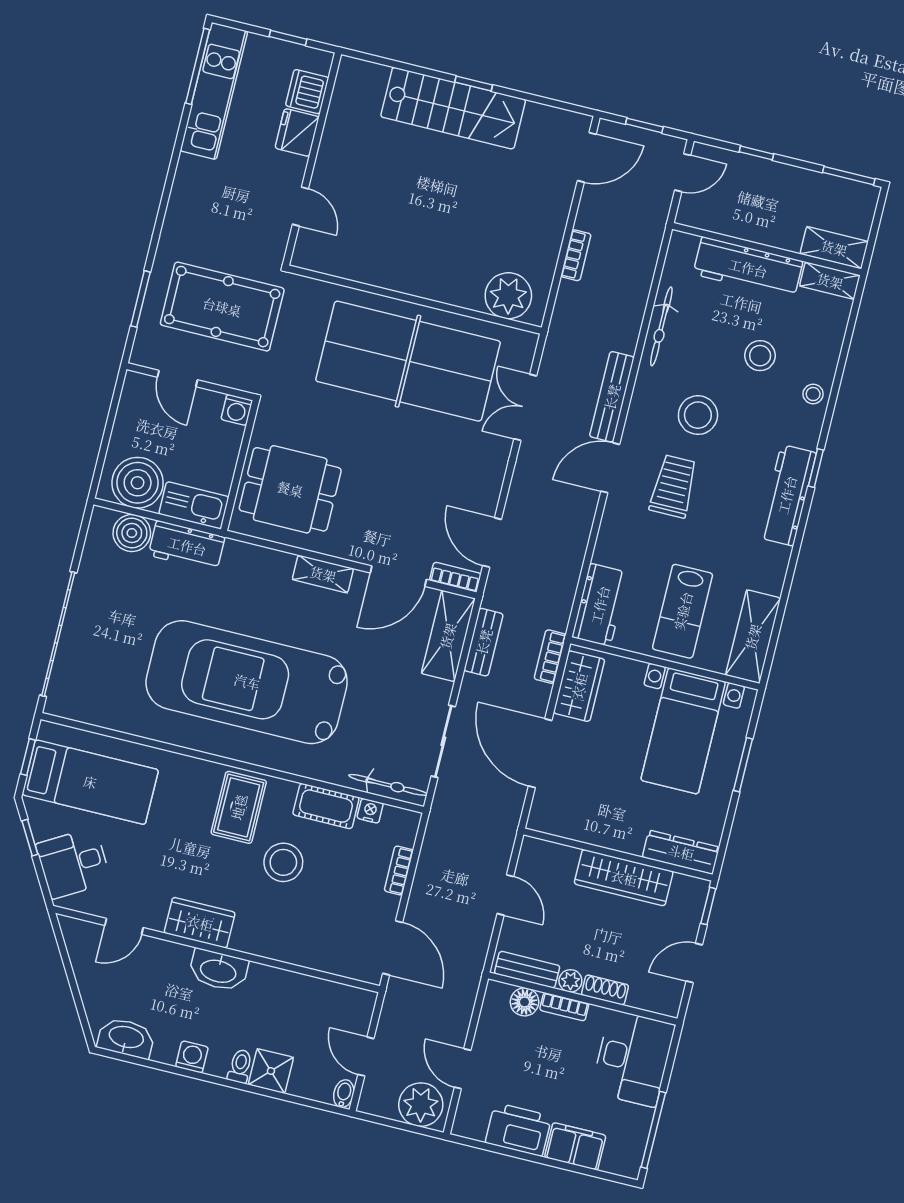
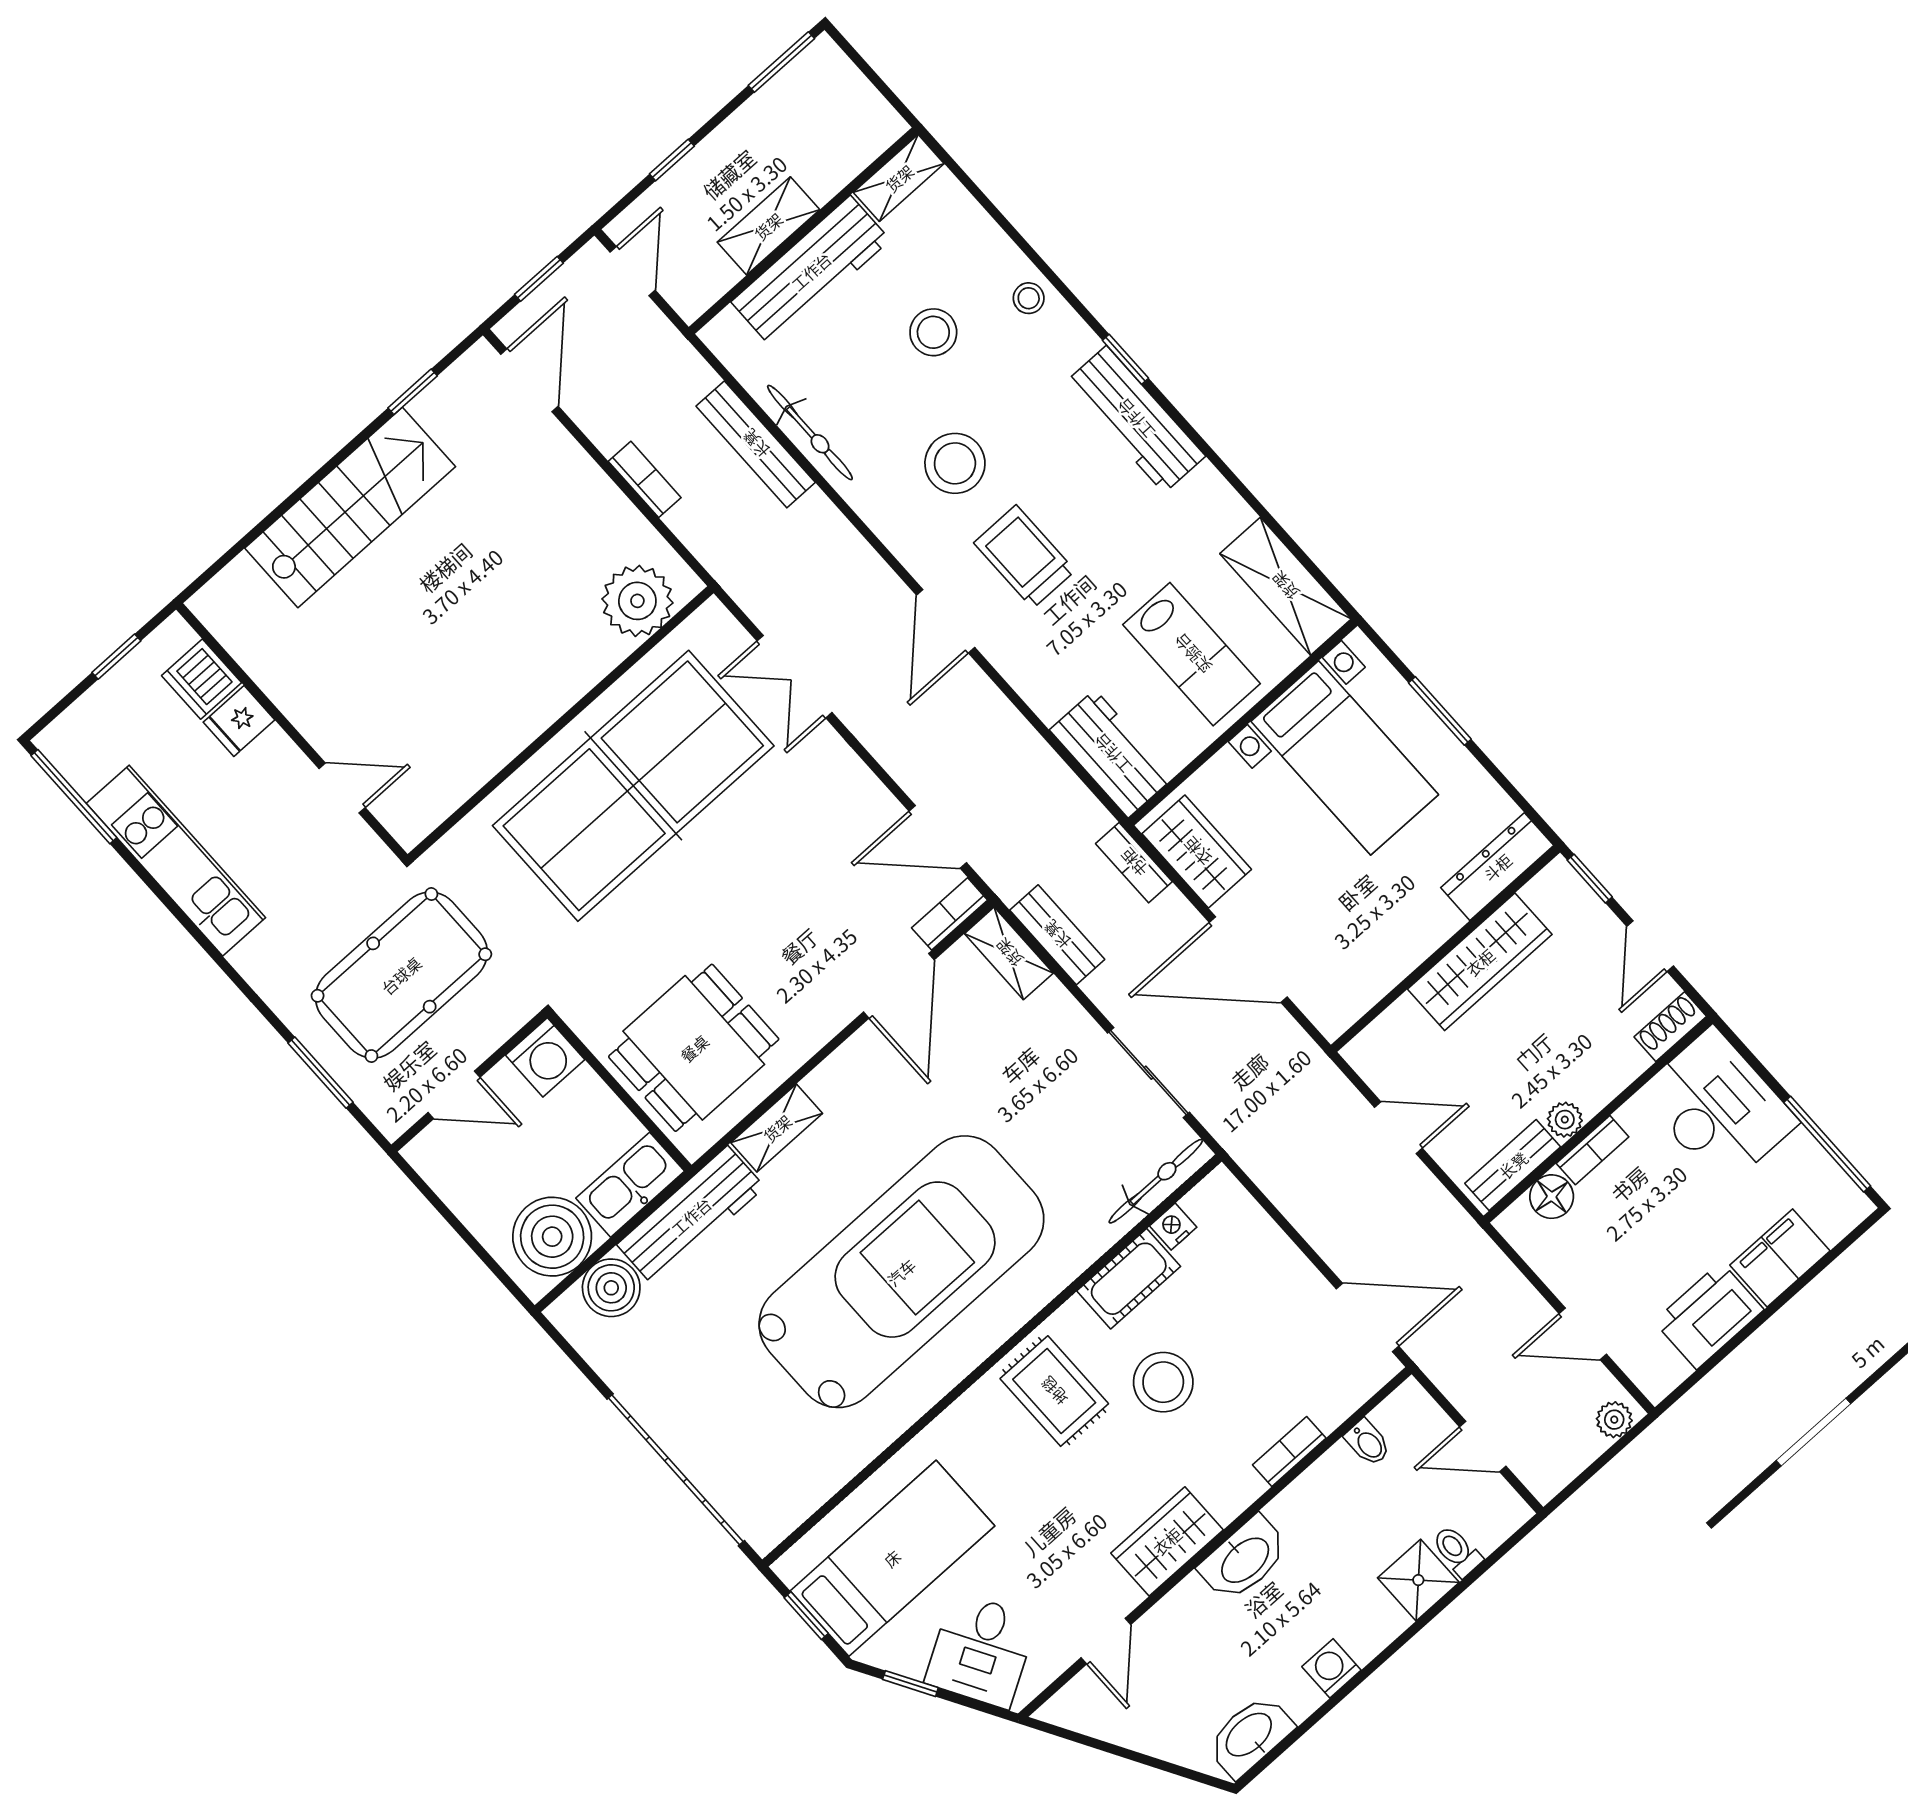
window: (474, 83) -> (413, 392), moved
kitchen unit: (214, 91) -> (176, 861), moved
fridge: (297, 132) -> (239, 721), width x0.72
shelving: (834, 248) -> (768, 226), moved
bench: (612, 397) -> (756, 444), moved
washing machine: (237, 410) -> (545, 1057), width x1.38, depth x1.38
workbench: (187, 546) -> (691, 1216), width x1.38
shelving: (323, 574) -> (777, 1128), moved
shelving: (448, 636) -> (1009, 953), width x0.67, depth x0.75
car: (247, 682) -> (901, 1272), turned 180
bookcase: (399, 870) -> (1289, 1451), moved, turned 90
shoe rack: (605, 990) -> (1670, 1027), moved
toilet: (240, 1066) -> (1457, 1551), moved
bidet: (344, 1094) -> (1368, 1443), moved, turned 180
plant: (421, 1105) -> (1614, 1420), width x0.53, depth x0.53

